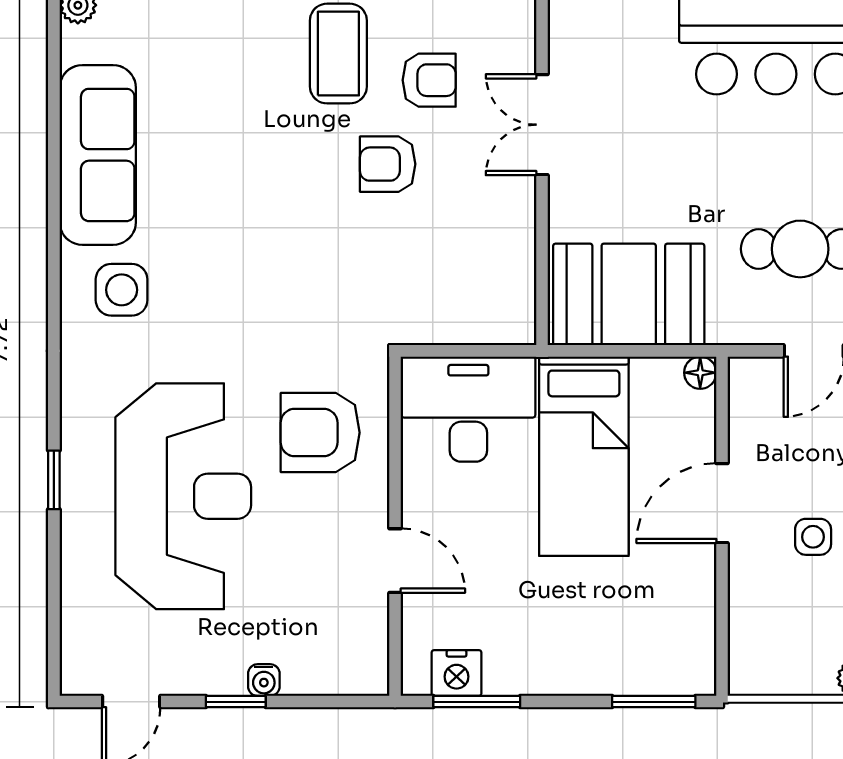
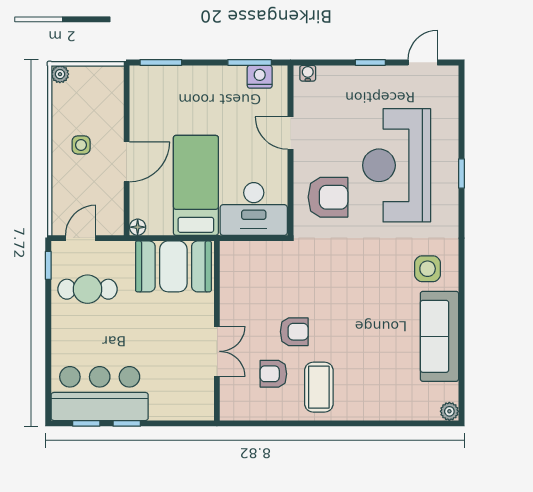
water cooler: (264, 680) -> (308, 73), moved

